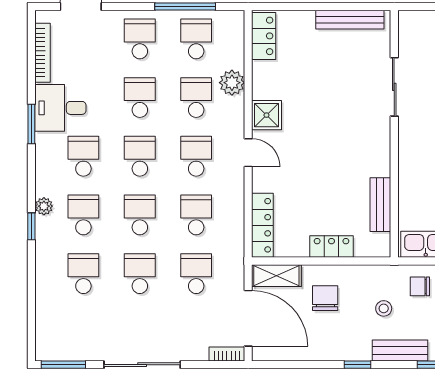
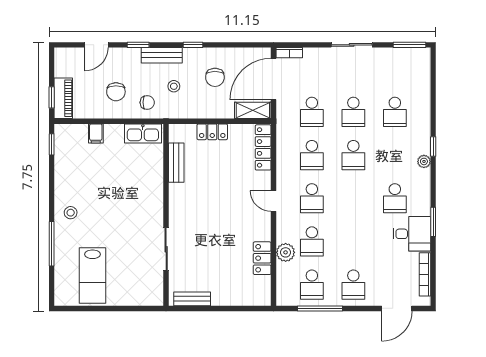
bench: (350, 20) -> (192, 299), width x0.73
locker: (264, 36) -> (262, 258), moved
school desk: (140, 98) -> (353, 241), removed
shower: (266, 115) -> (260, 229), removed
school desk: (140, 156) -> (353, 198), removed
school desk: (83, 215) -> (395, 155), removed
chair: (325, 298) -> (215, 77), moved
door: (248, 318) -> (274, 79), hinge flipped
sliding door: (142, 365) -> (352, 45), width x0.73

